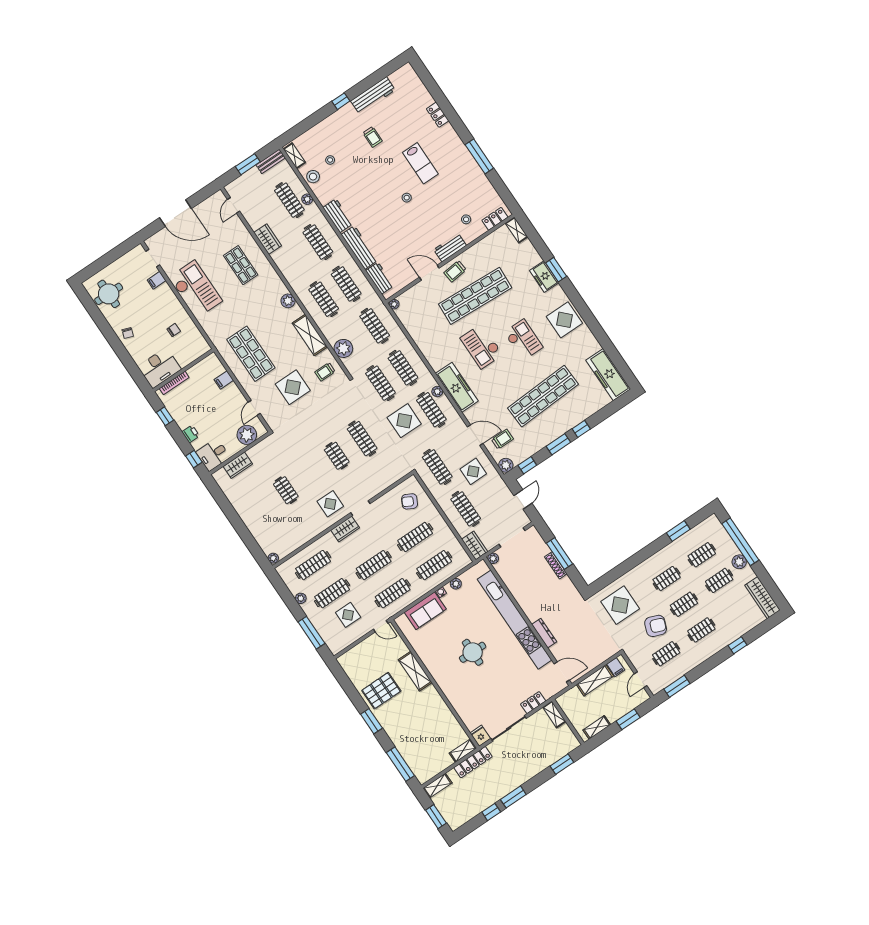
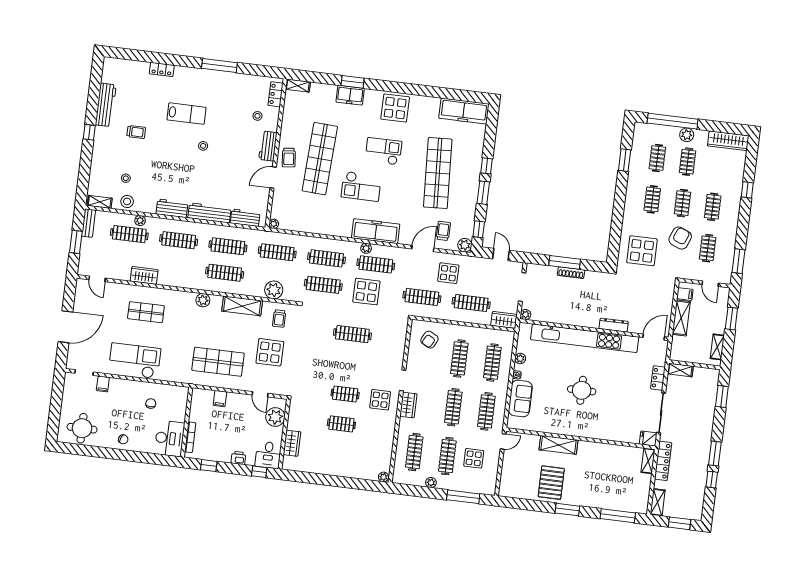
clothes rail: (337, 456) -> (345, 394), moved

